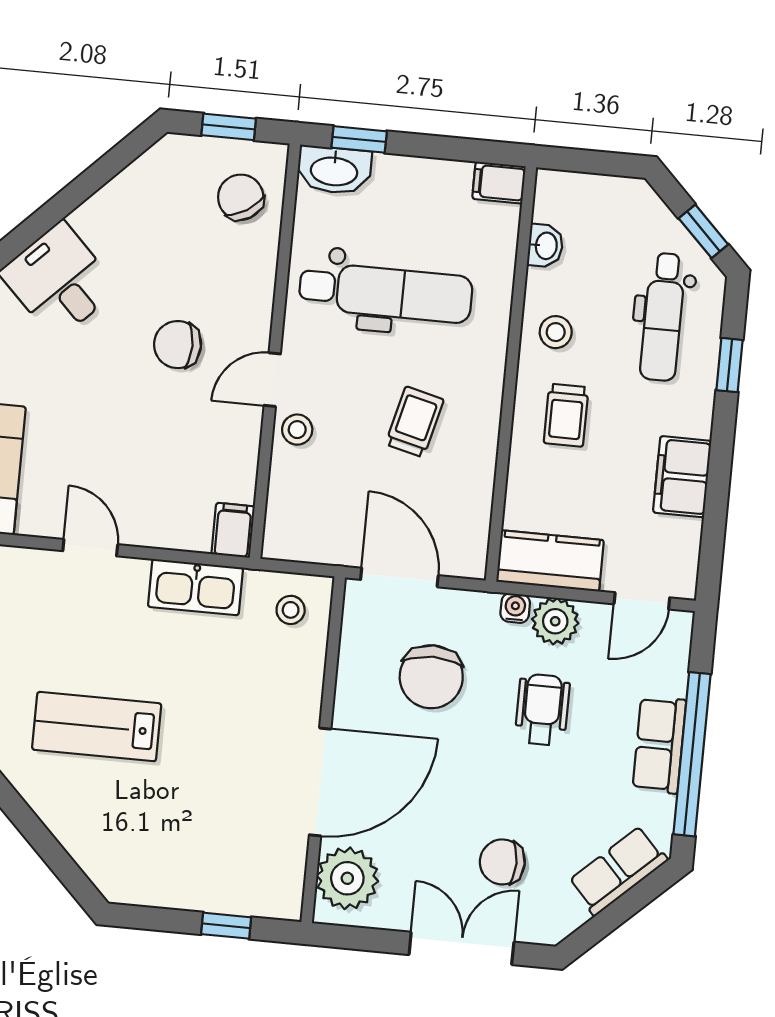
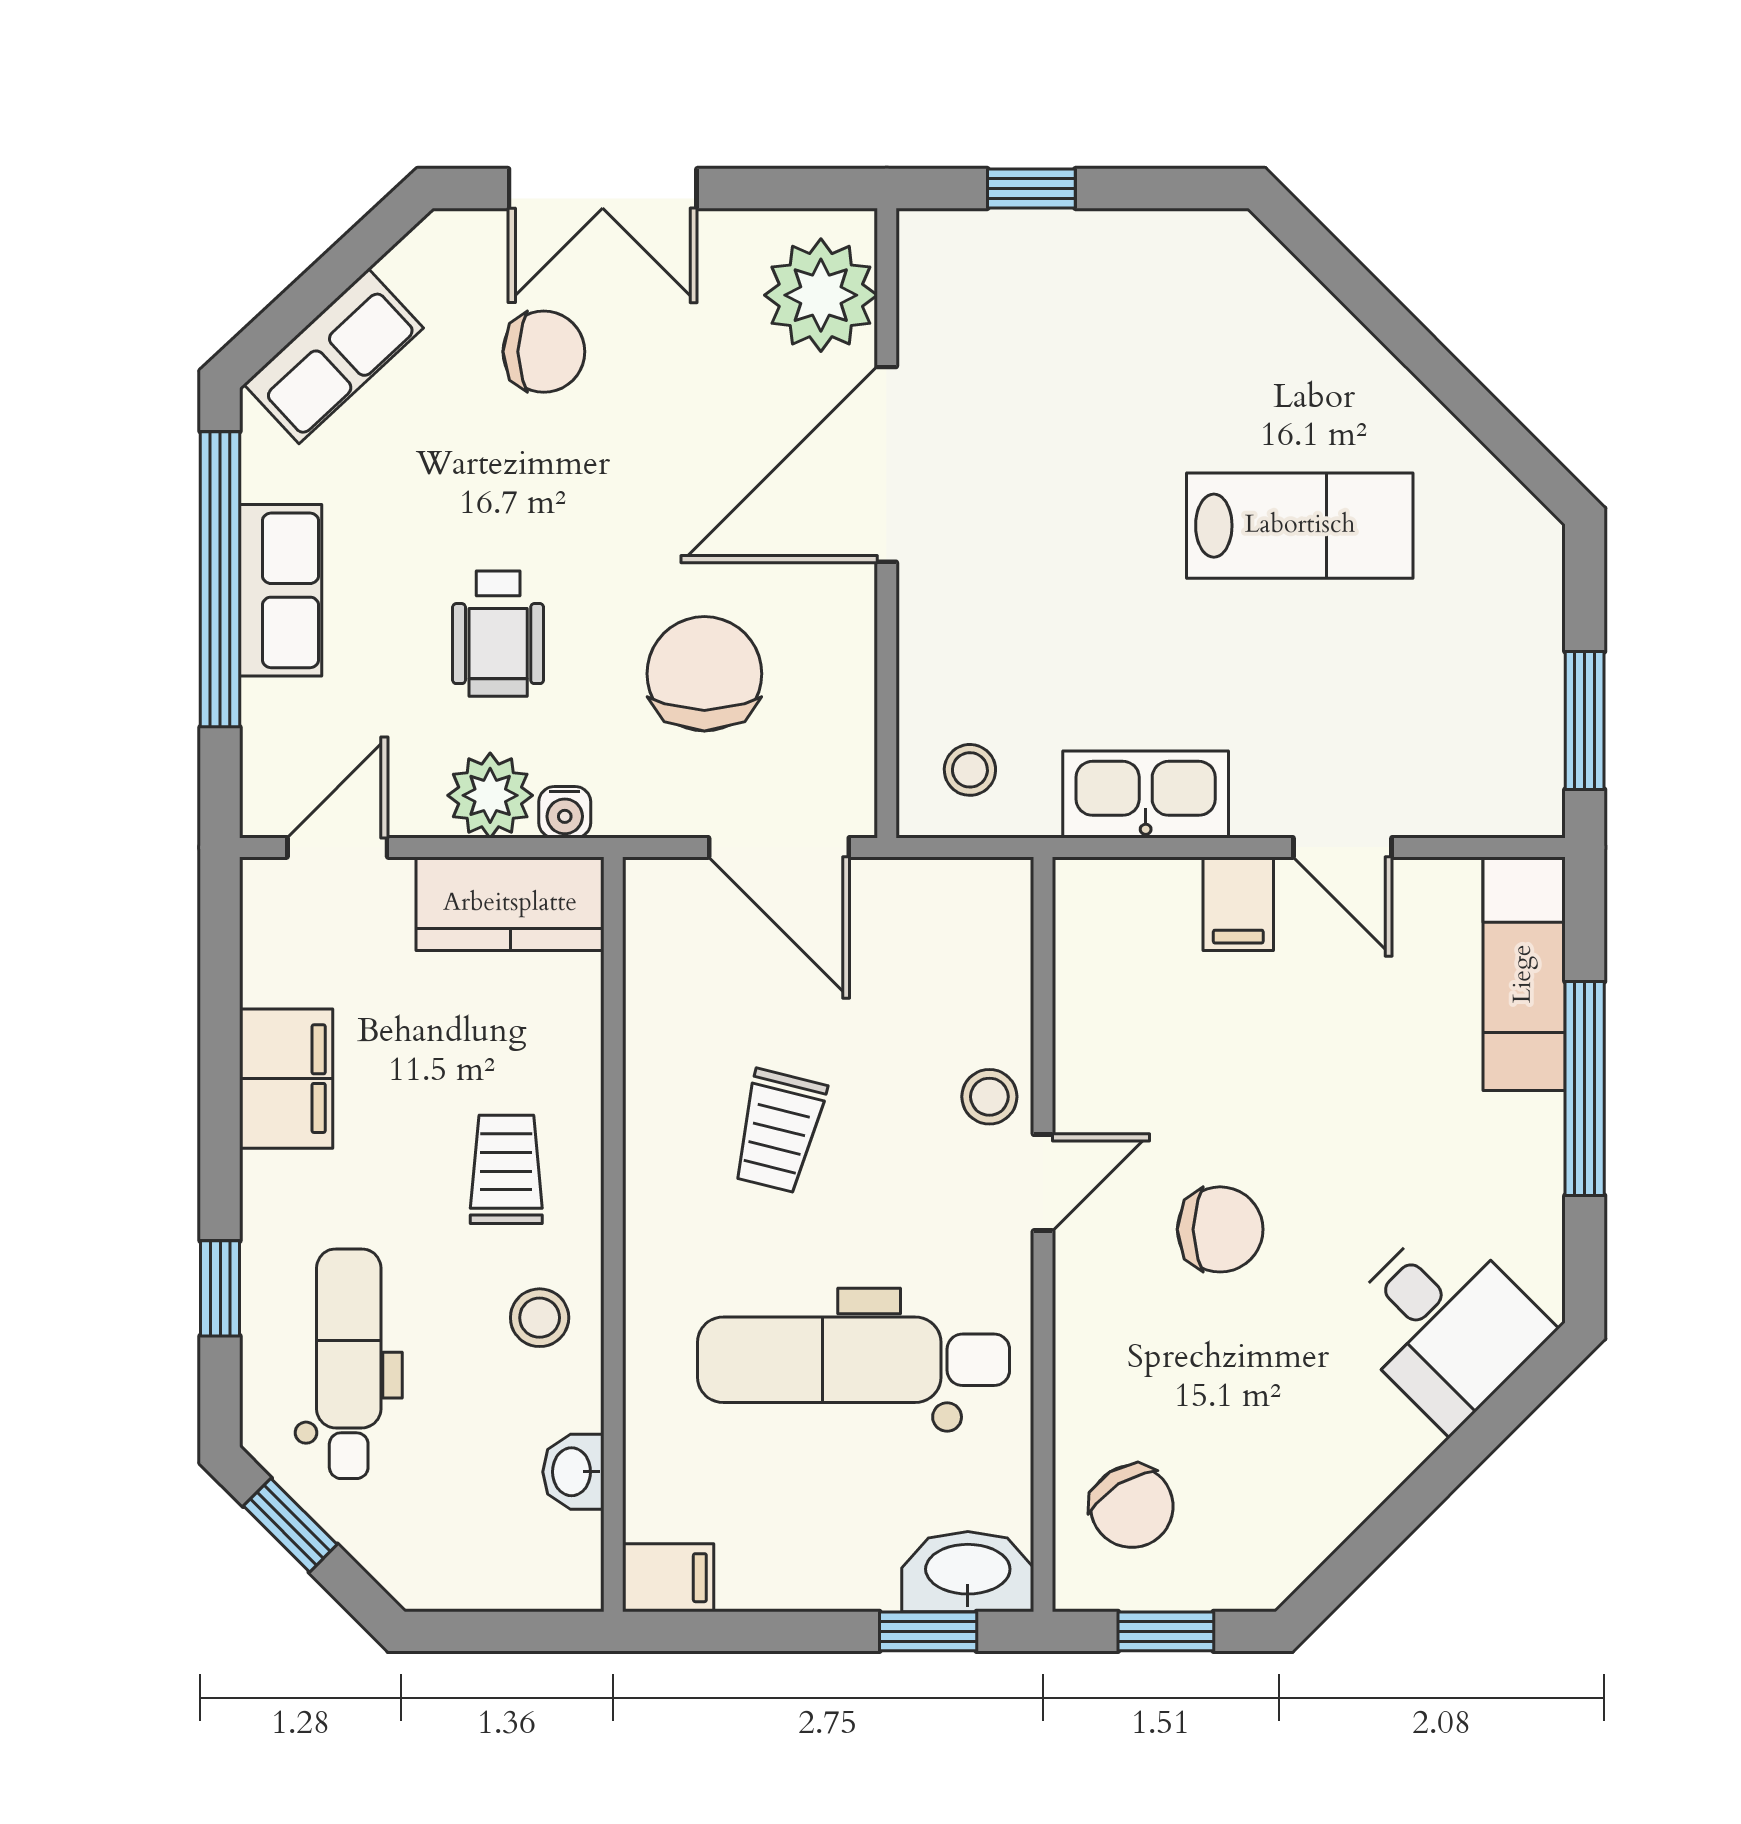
filing cabinet: (233, 530) -> (1238, 904), moved

